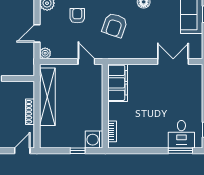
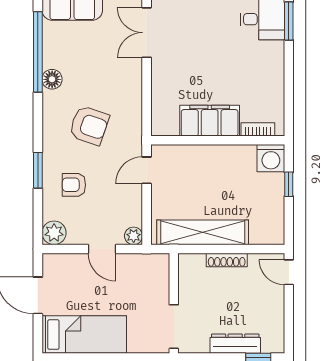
filing cabinet: (118, 83) -> (210, 121), moved

